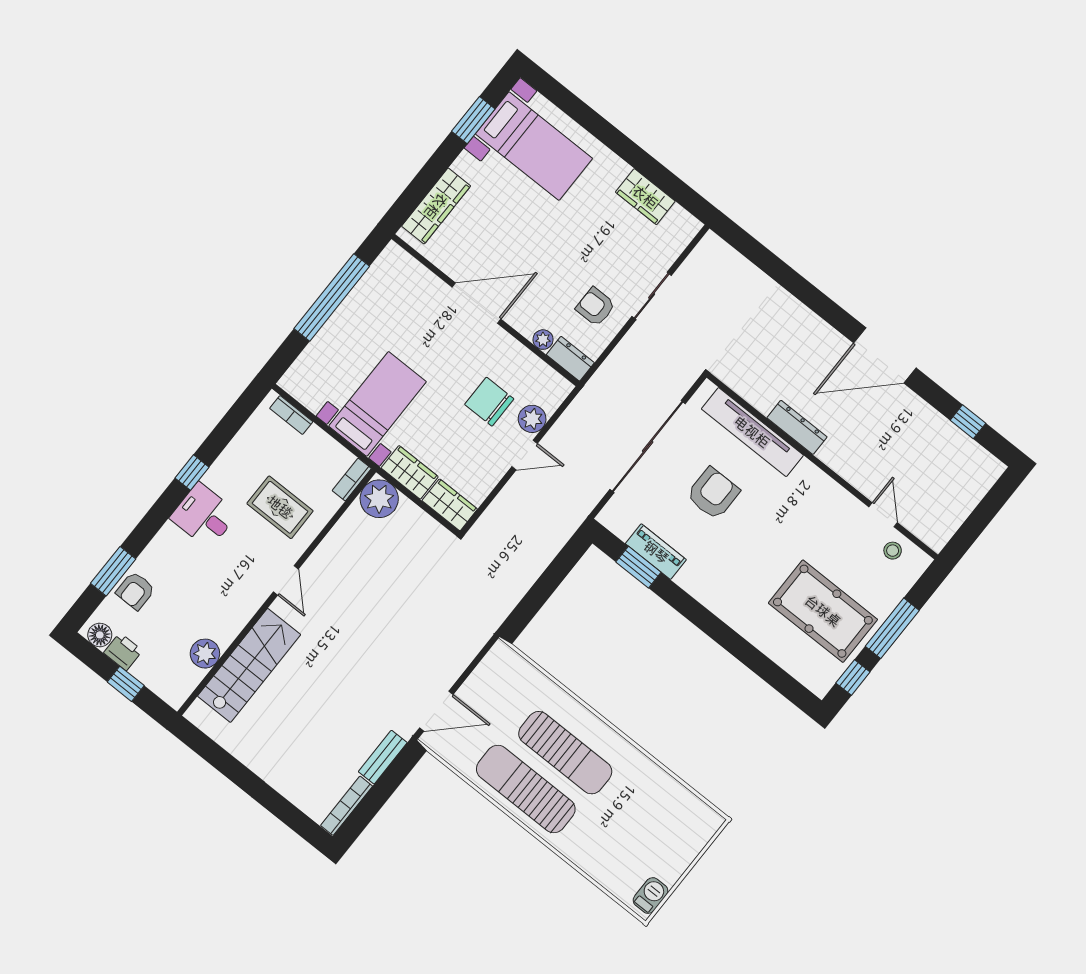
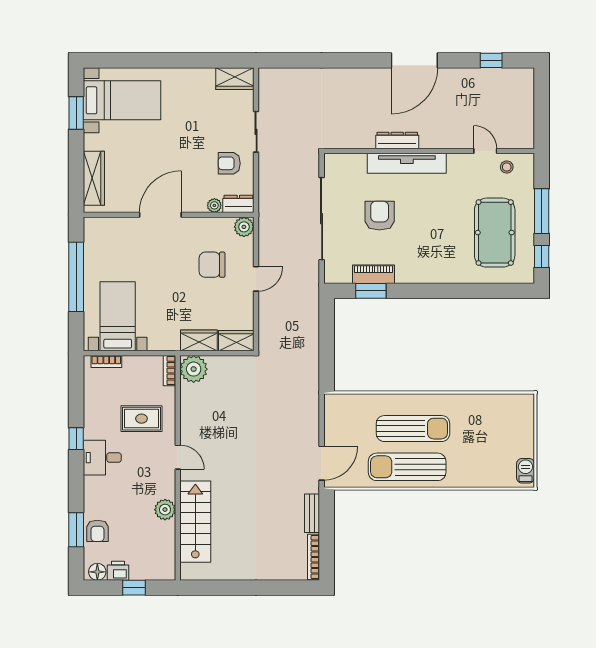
wardrobe: (645, 197) -> (235, 79), moved
bed with nightstands: (378, 404) -> (118, 316), moved
plant: (532, 419) -> (244, 227), moved
tv unit: (752, 432) -> (407, 163), moved
pool table: (823, 611) -> (495, 233), turned 90
plant: (205, 654) -> (165, 510), moved

